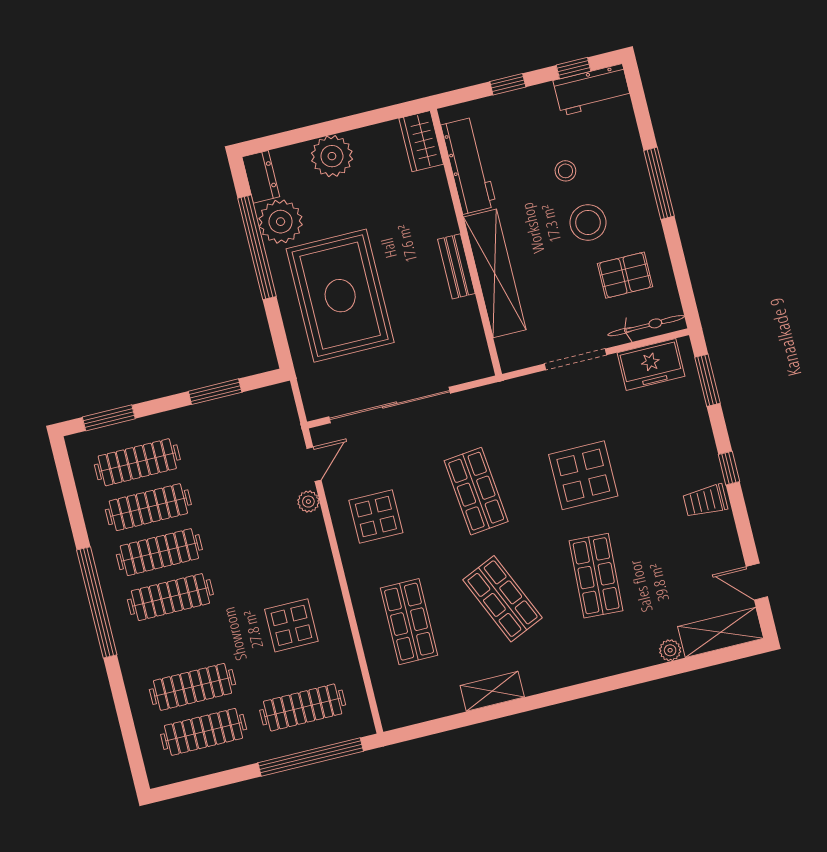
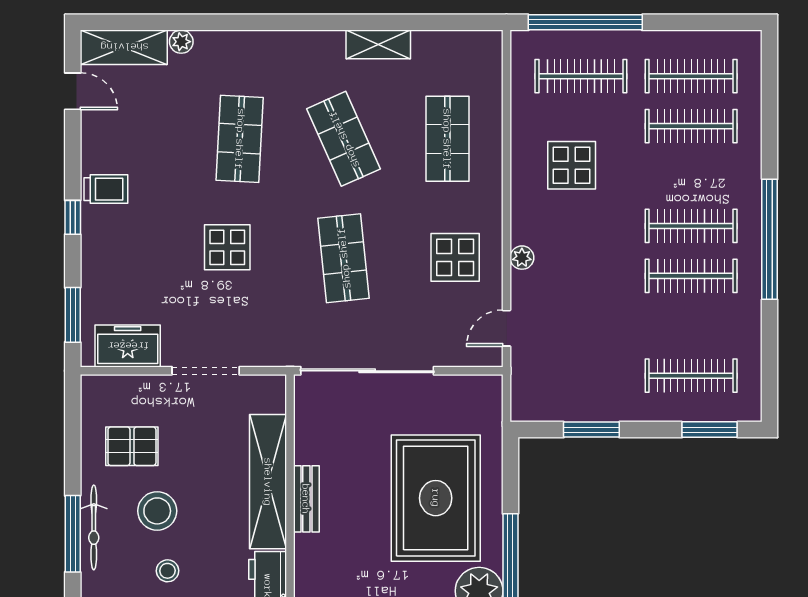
bicycle: (646, 326) -> (94, 527), moved, turned -90
sliding door: (390, 405) -> (367, 371), moved
display table: (583, 475) -> (227, 247), width x0.73, depth x0.73
plant: (308, 502) -> (522, 258), moved
clothes rail: (148, 507) -> (691, 326), removed

